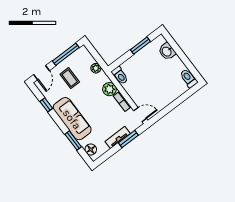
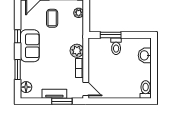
window: (140, 46) -> (111, 35), moved
plant: (96, 68) -> (79, 13), moved
toilet: (120, 75) -> (116, 46), moved
window: (46, 105) -> (18, 36), moved
sofa: (72, 119) -> (30, 46), width x0.73

